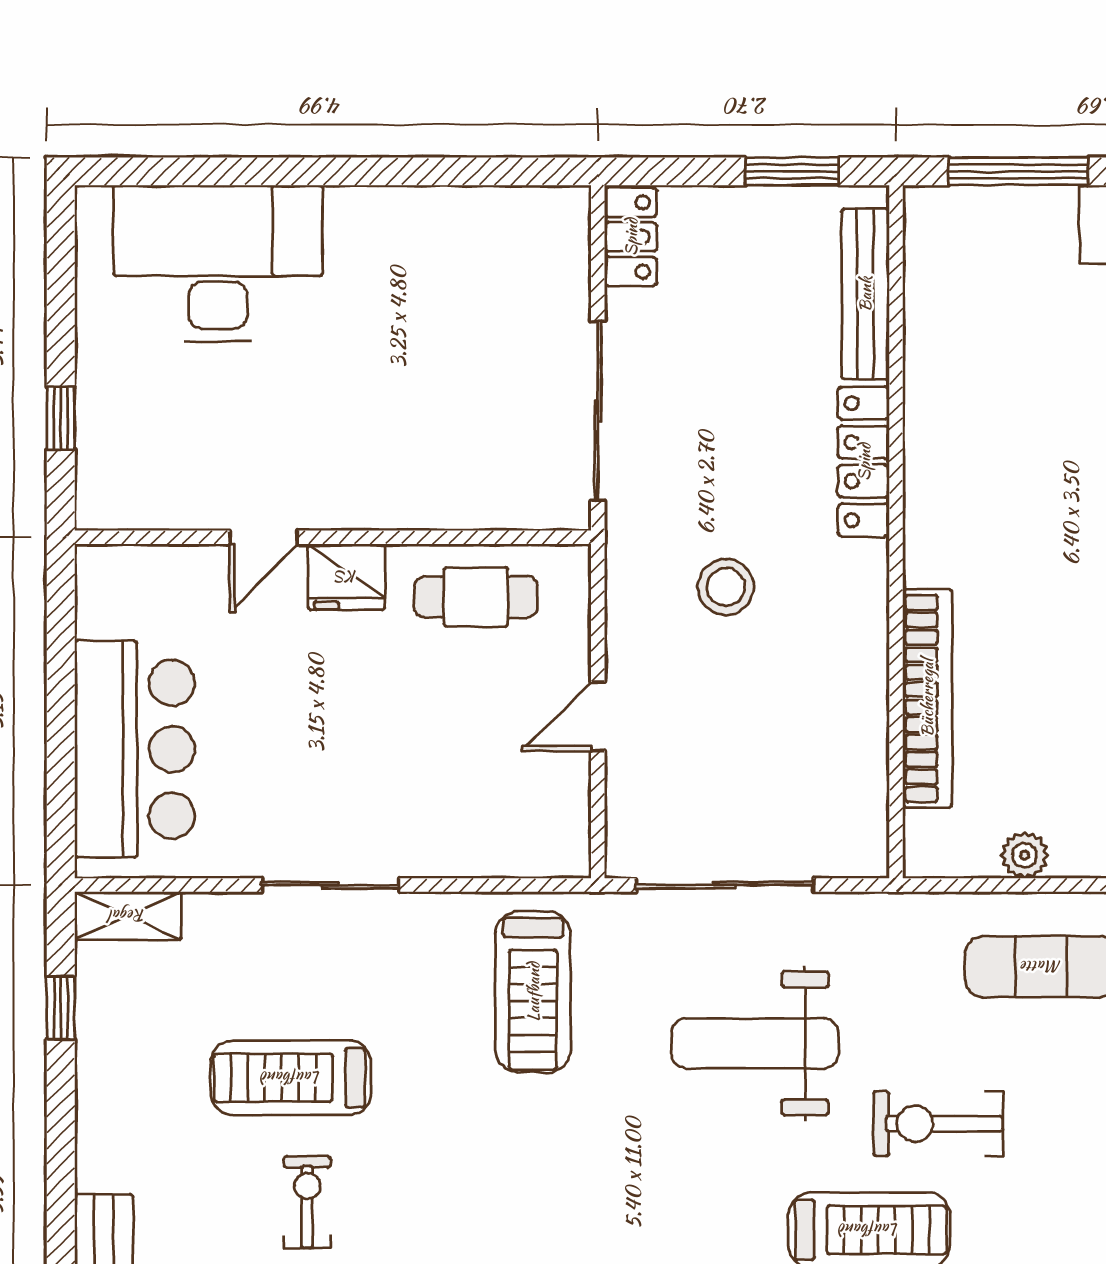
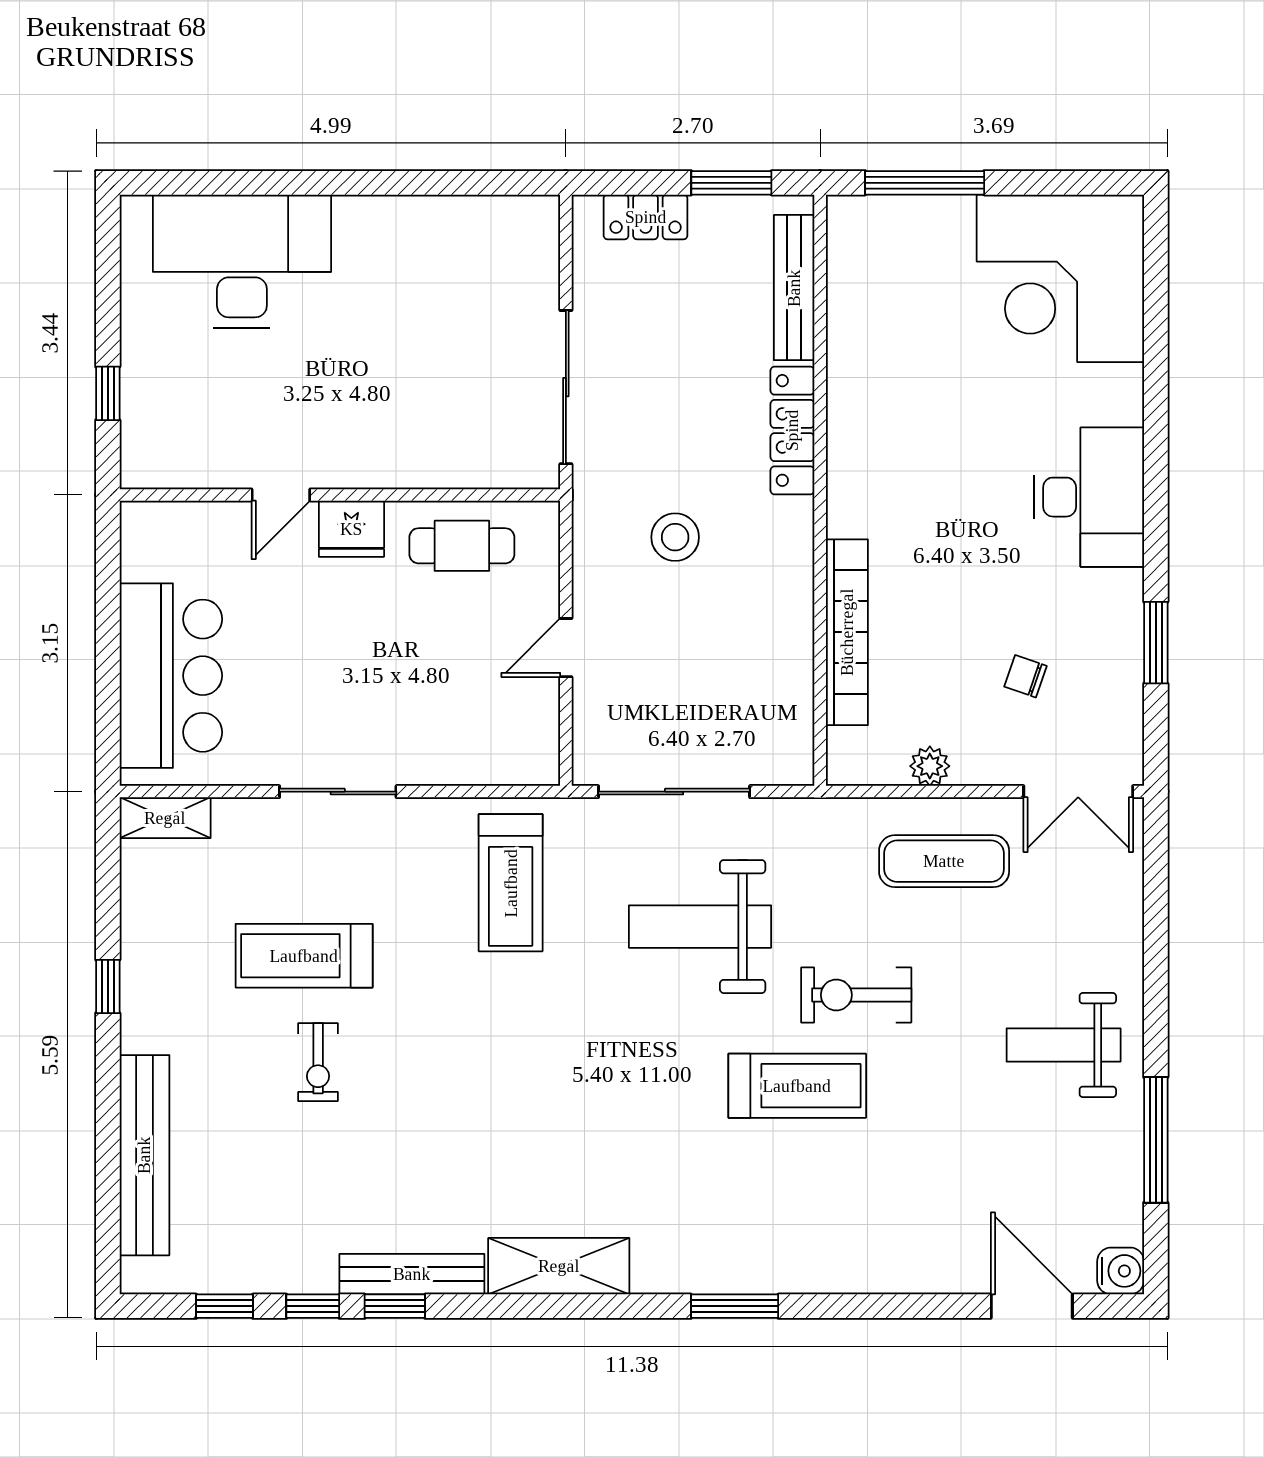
locker: (631, 237) -> (646, 217), moved, turned 90
window: (61, 1008) -> (108, 986), moved
exercise bike: (307, 1202) -> (318, 1062), turned 180

